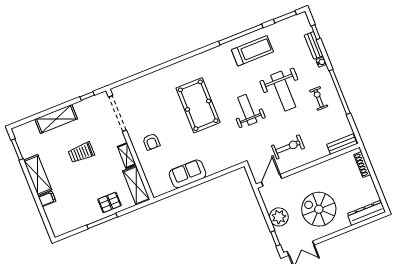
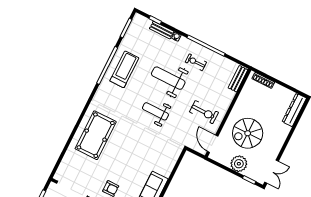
weight bench: (283, 91) -> (168, 78), turned 180
pool table: (198, 105) -> (96, 135), moved, turned 90
exercise bike: (288, 147) -> (204, 112), turned 91
spiral stairs: (319, 209) -> (248, 133), moved

